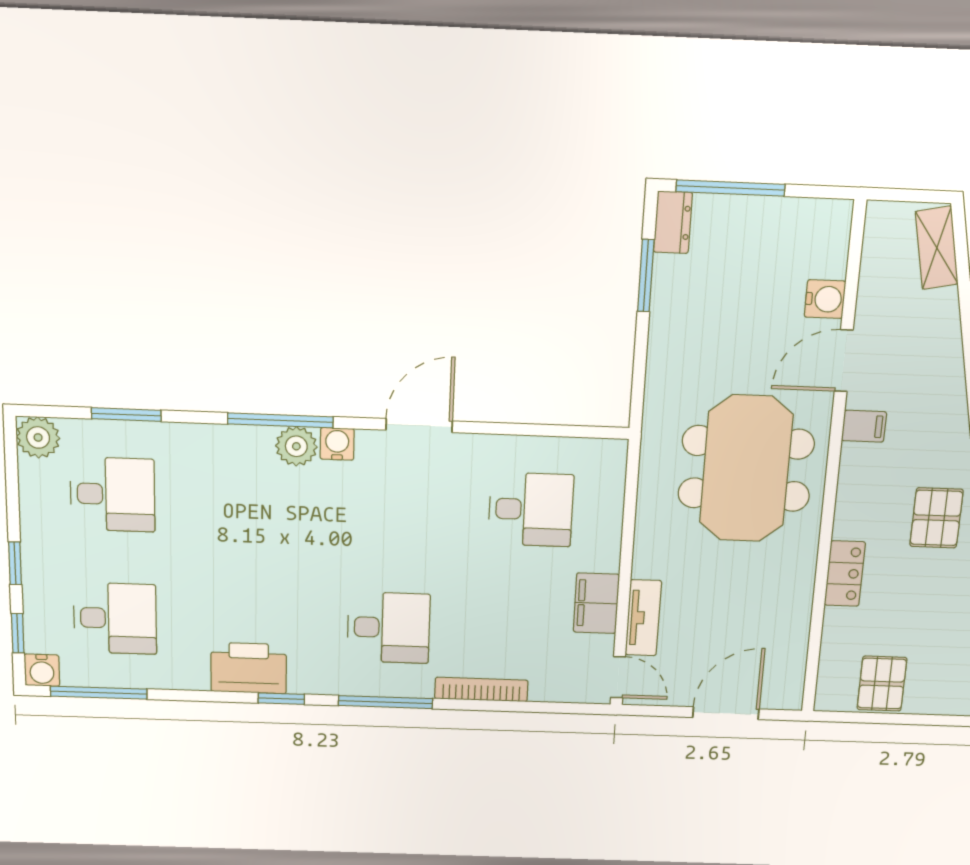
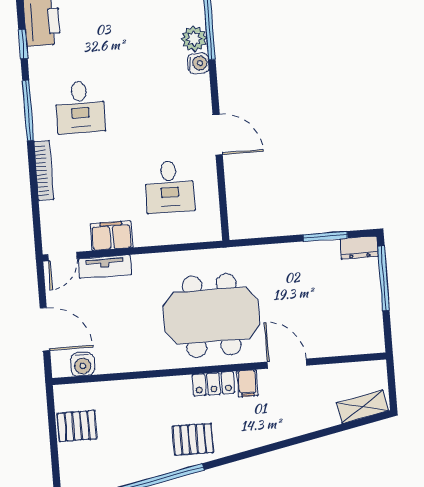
water cooler: (825, 299) -> (83, 364), moved
door: (419, 426) -> (218, 135), moved
locker: (845, 574) -> (214, 384), moved

